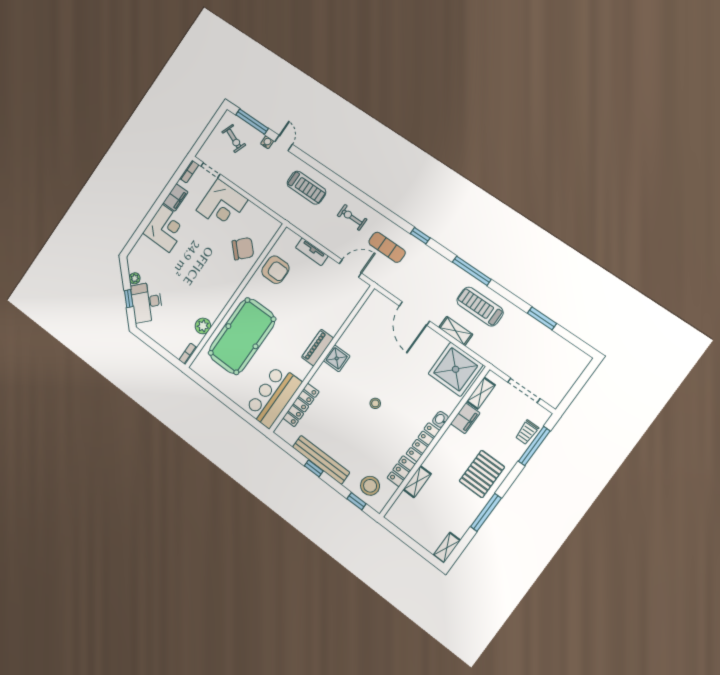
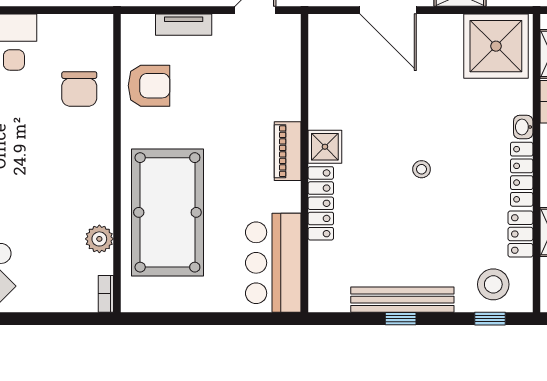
chair: (243, 249) -> (79, 89), turned 135
locker: (301, 405) -> (321, 203), moved

